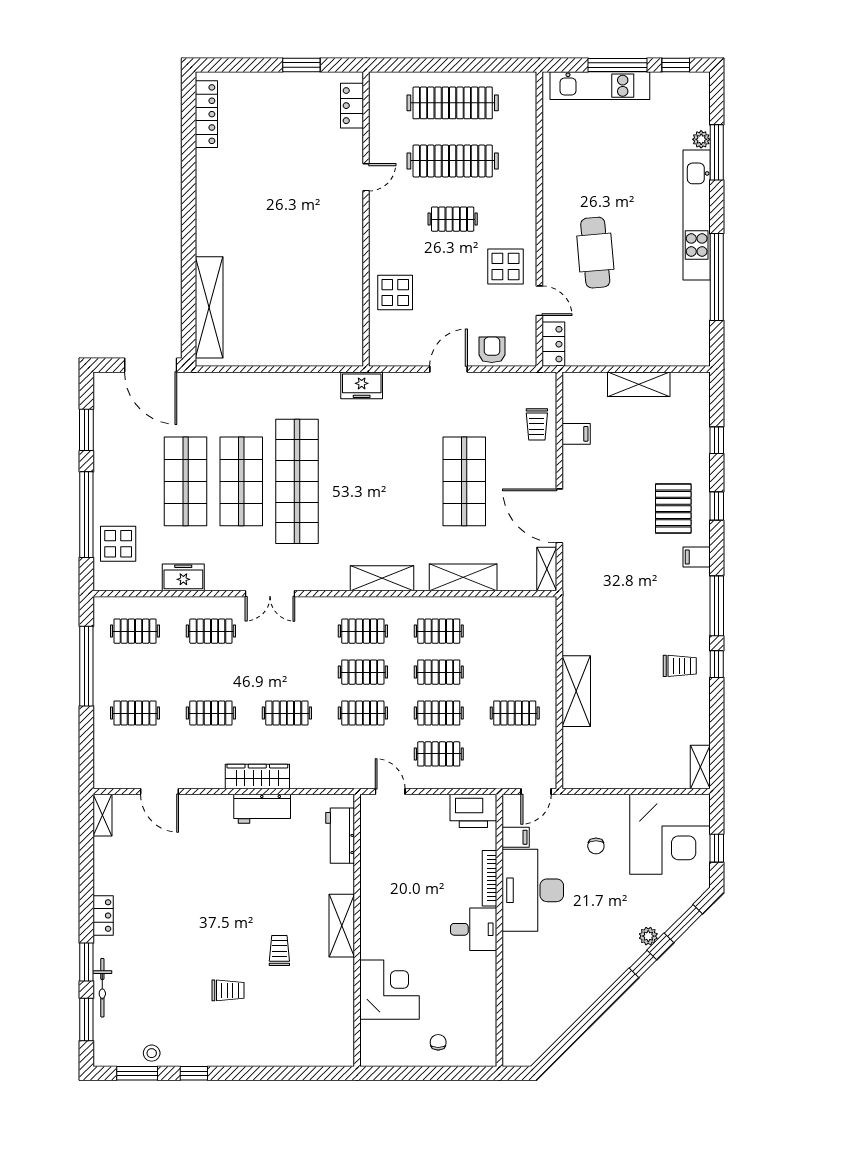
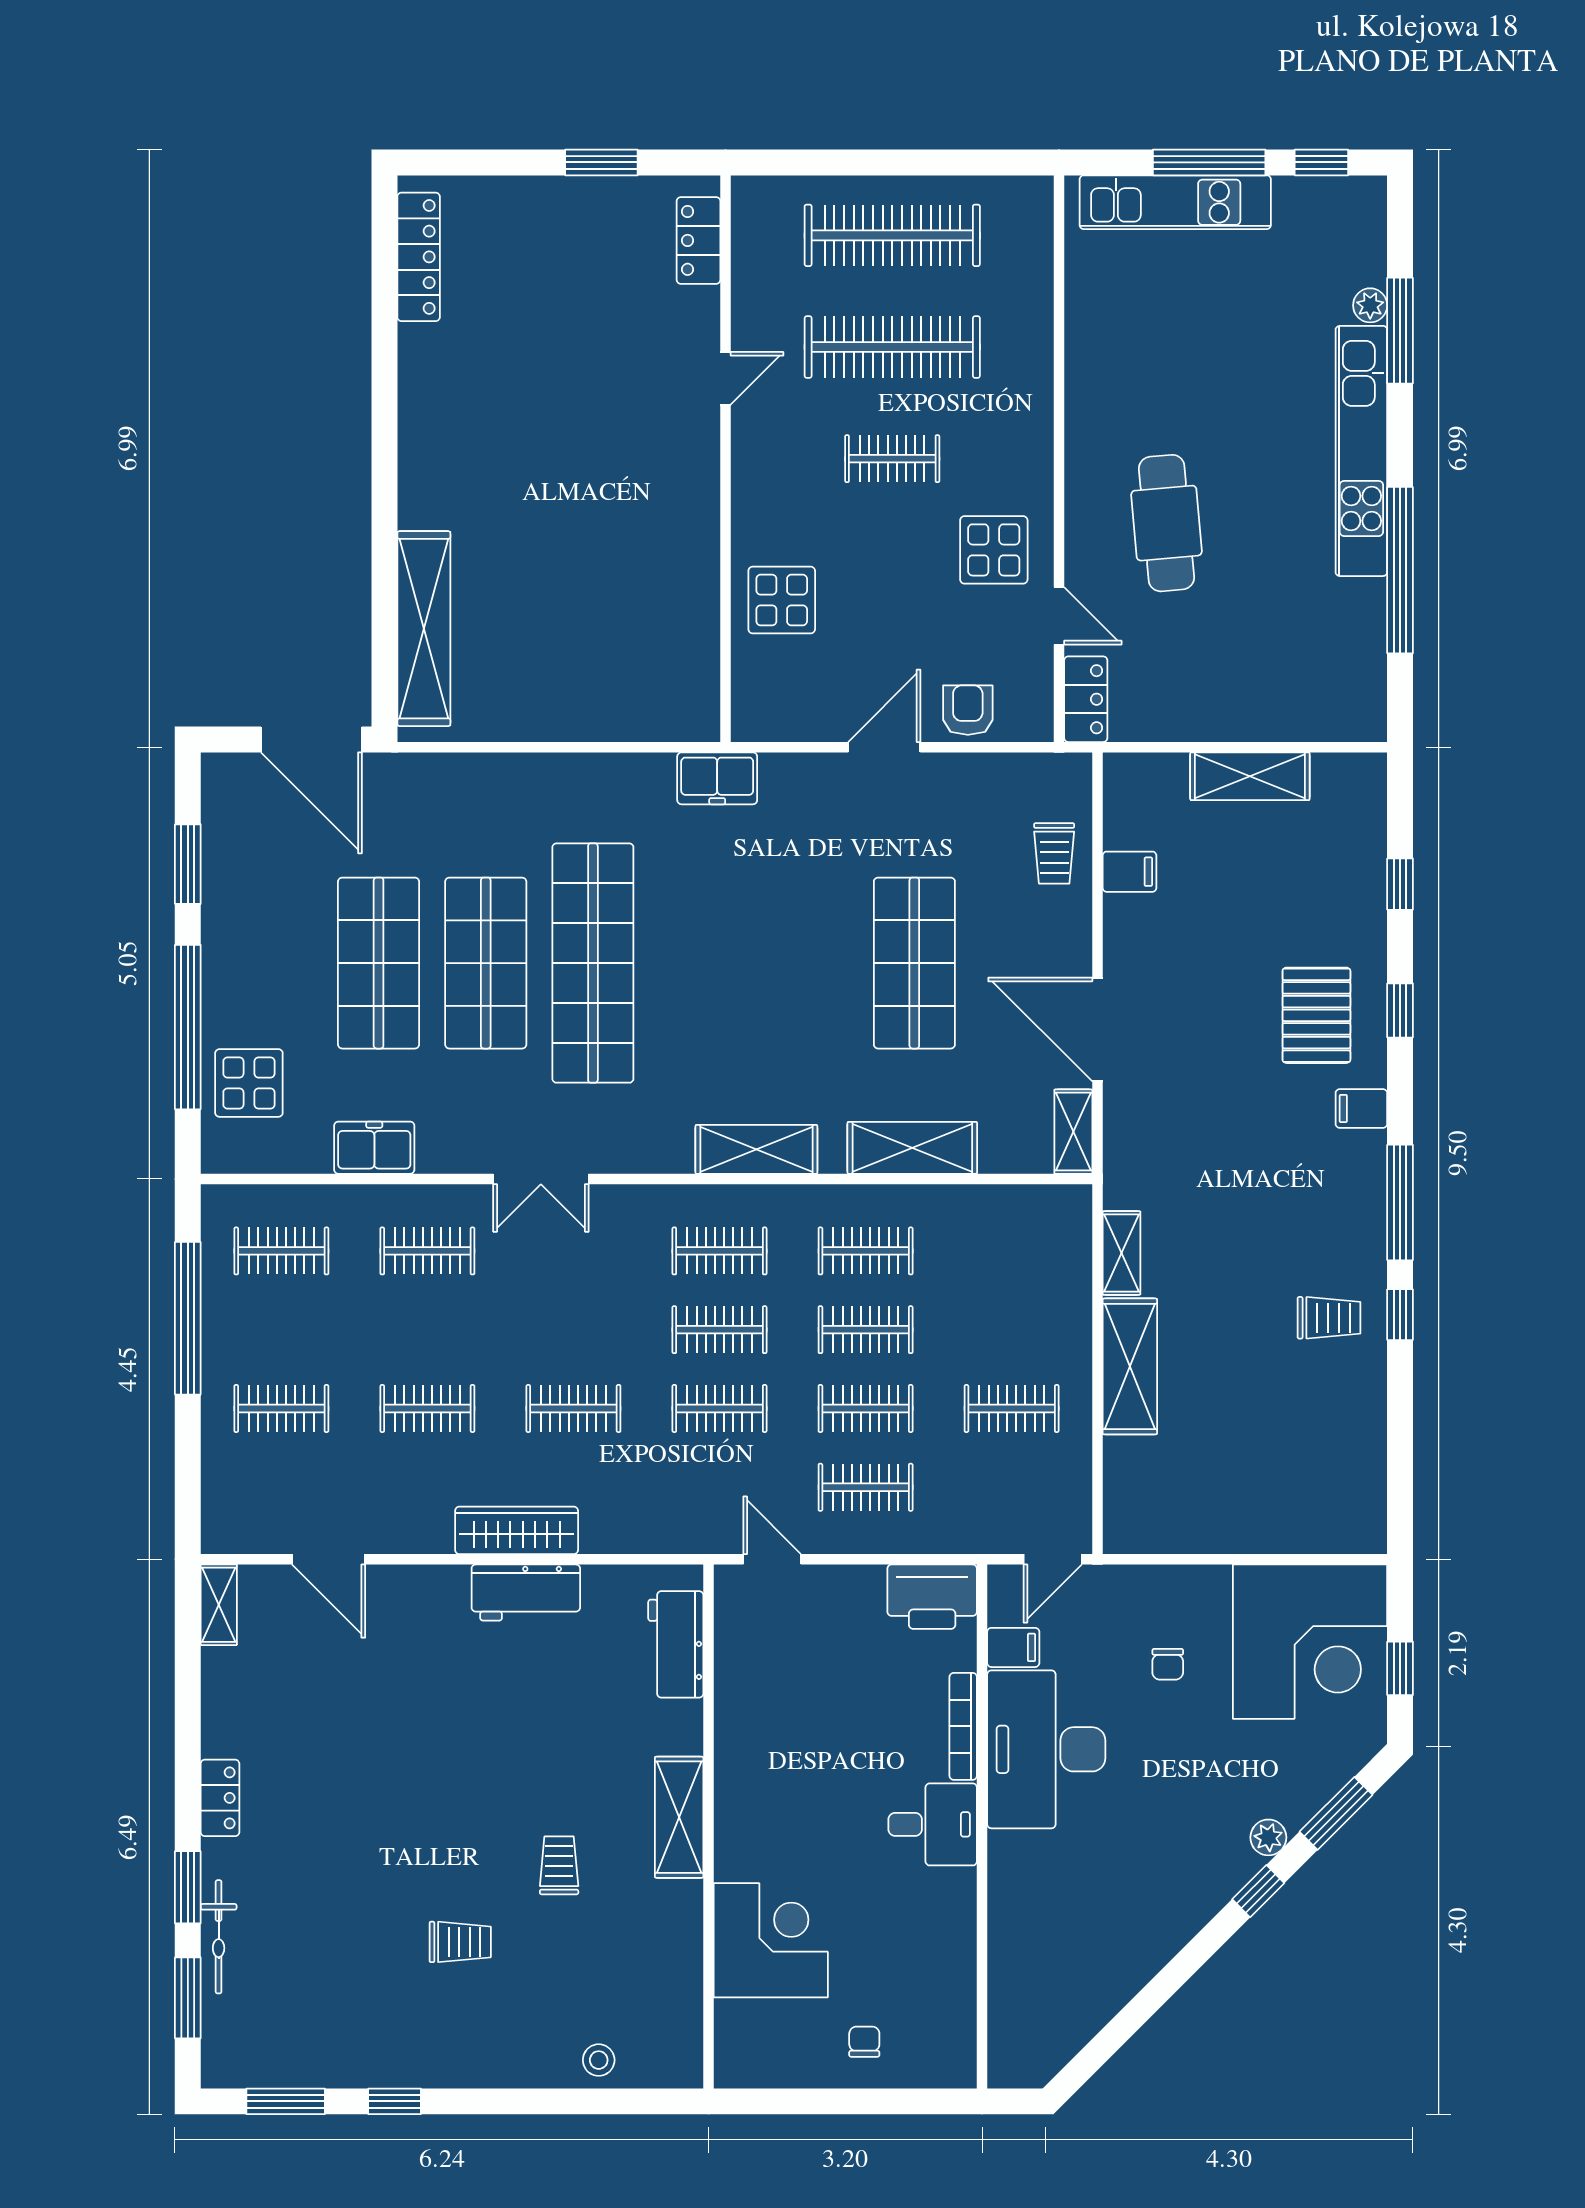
shelving: (700, 767) -> (1121, 1253), moved
stool: (152, 1053) -> (599, 2060), moved

